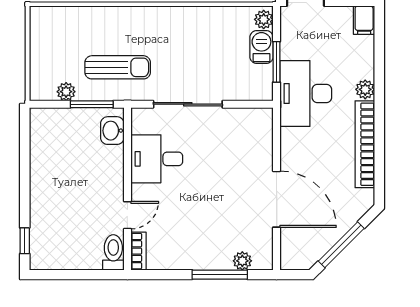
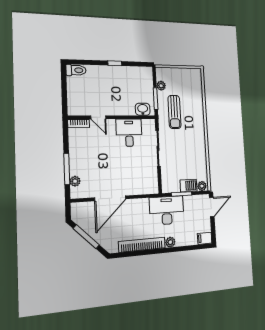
window: (25, 241) -> (115, 63), moved
toilet: (113, 252) -> (76, 70), moved

